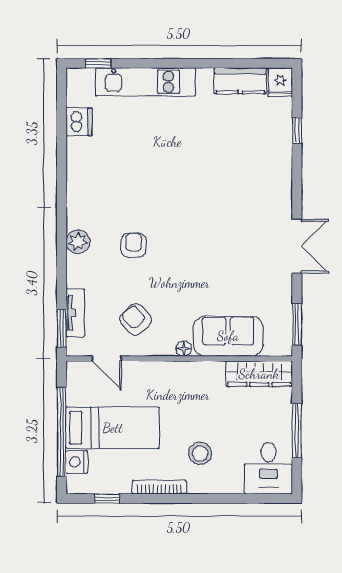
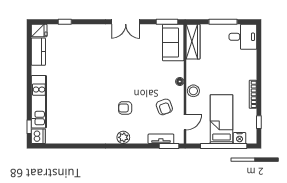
dishwasher: (79, 122) -> (38, 136), moved, turned 90
double door: (297, 246) -> (126, 22), swing flipped
armchair: (136, 319) -> (164, 107), turned -67
sofa: (228, 336) -> (173, 42), moved
stool: (200, 453) -> (193, 91), moved

